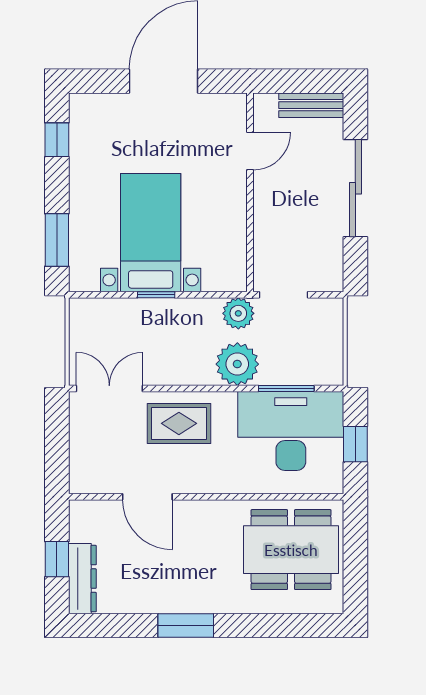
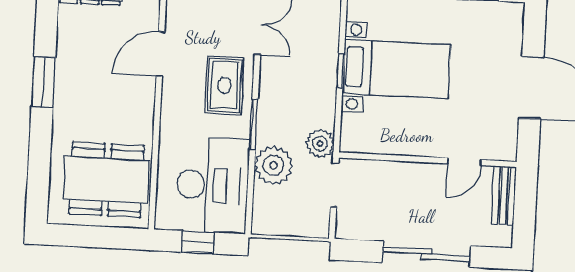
bench: (311, 105) -> (504, 195), moved
door: (250, 151) -> (465, 162), hinge flipped
plant: (237, 364) -> (273, 165), moved
window: (286, 388) -> (254, 124), moved
dining table: (291, 550) -> (106, 180), turned 90

